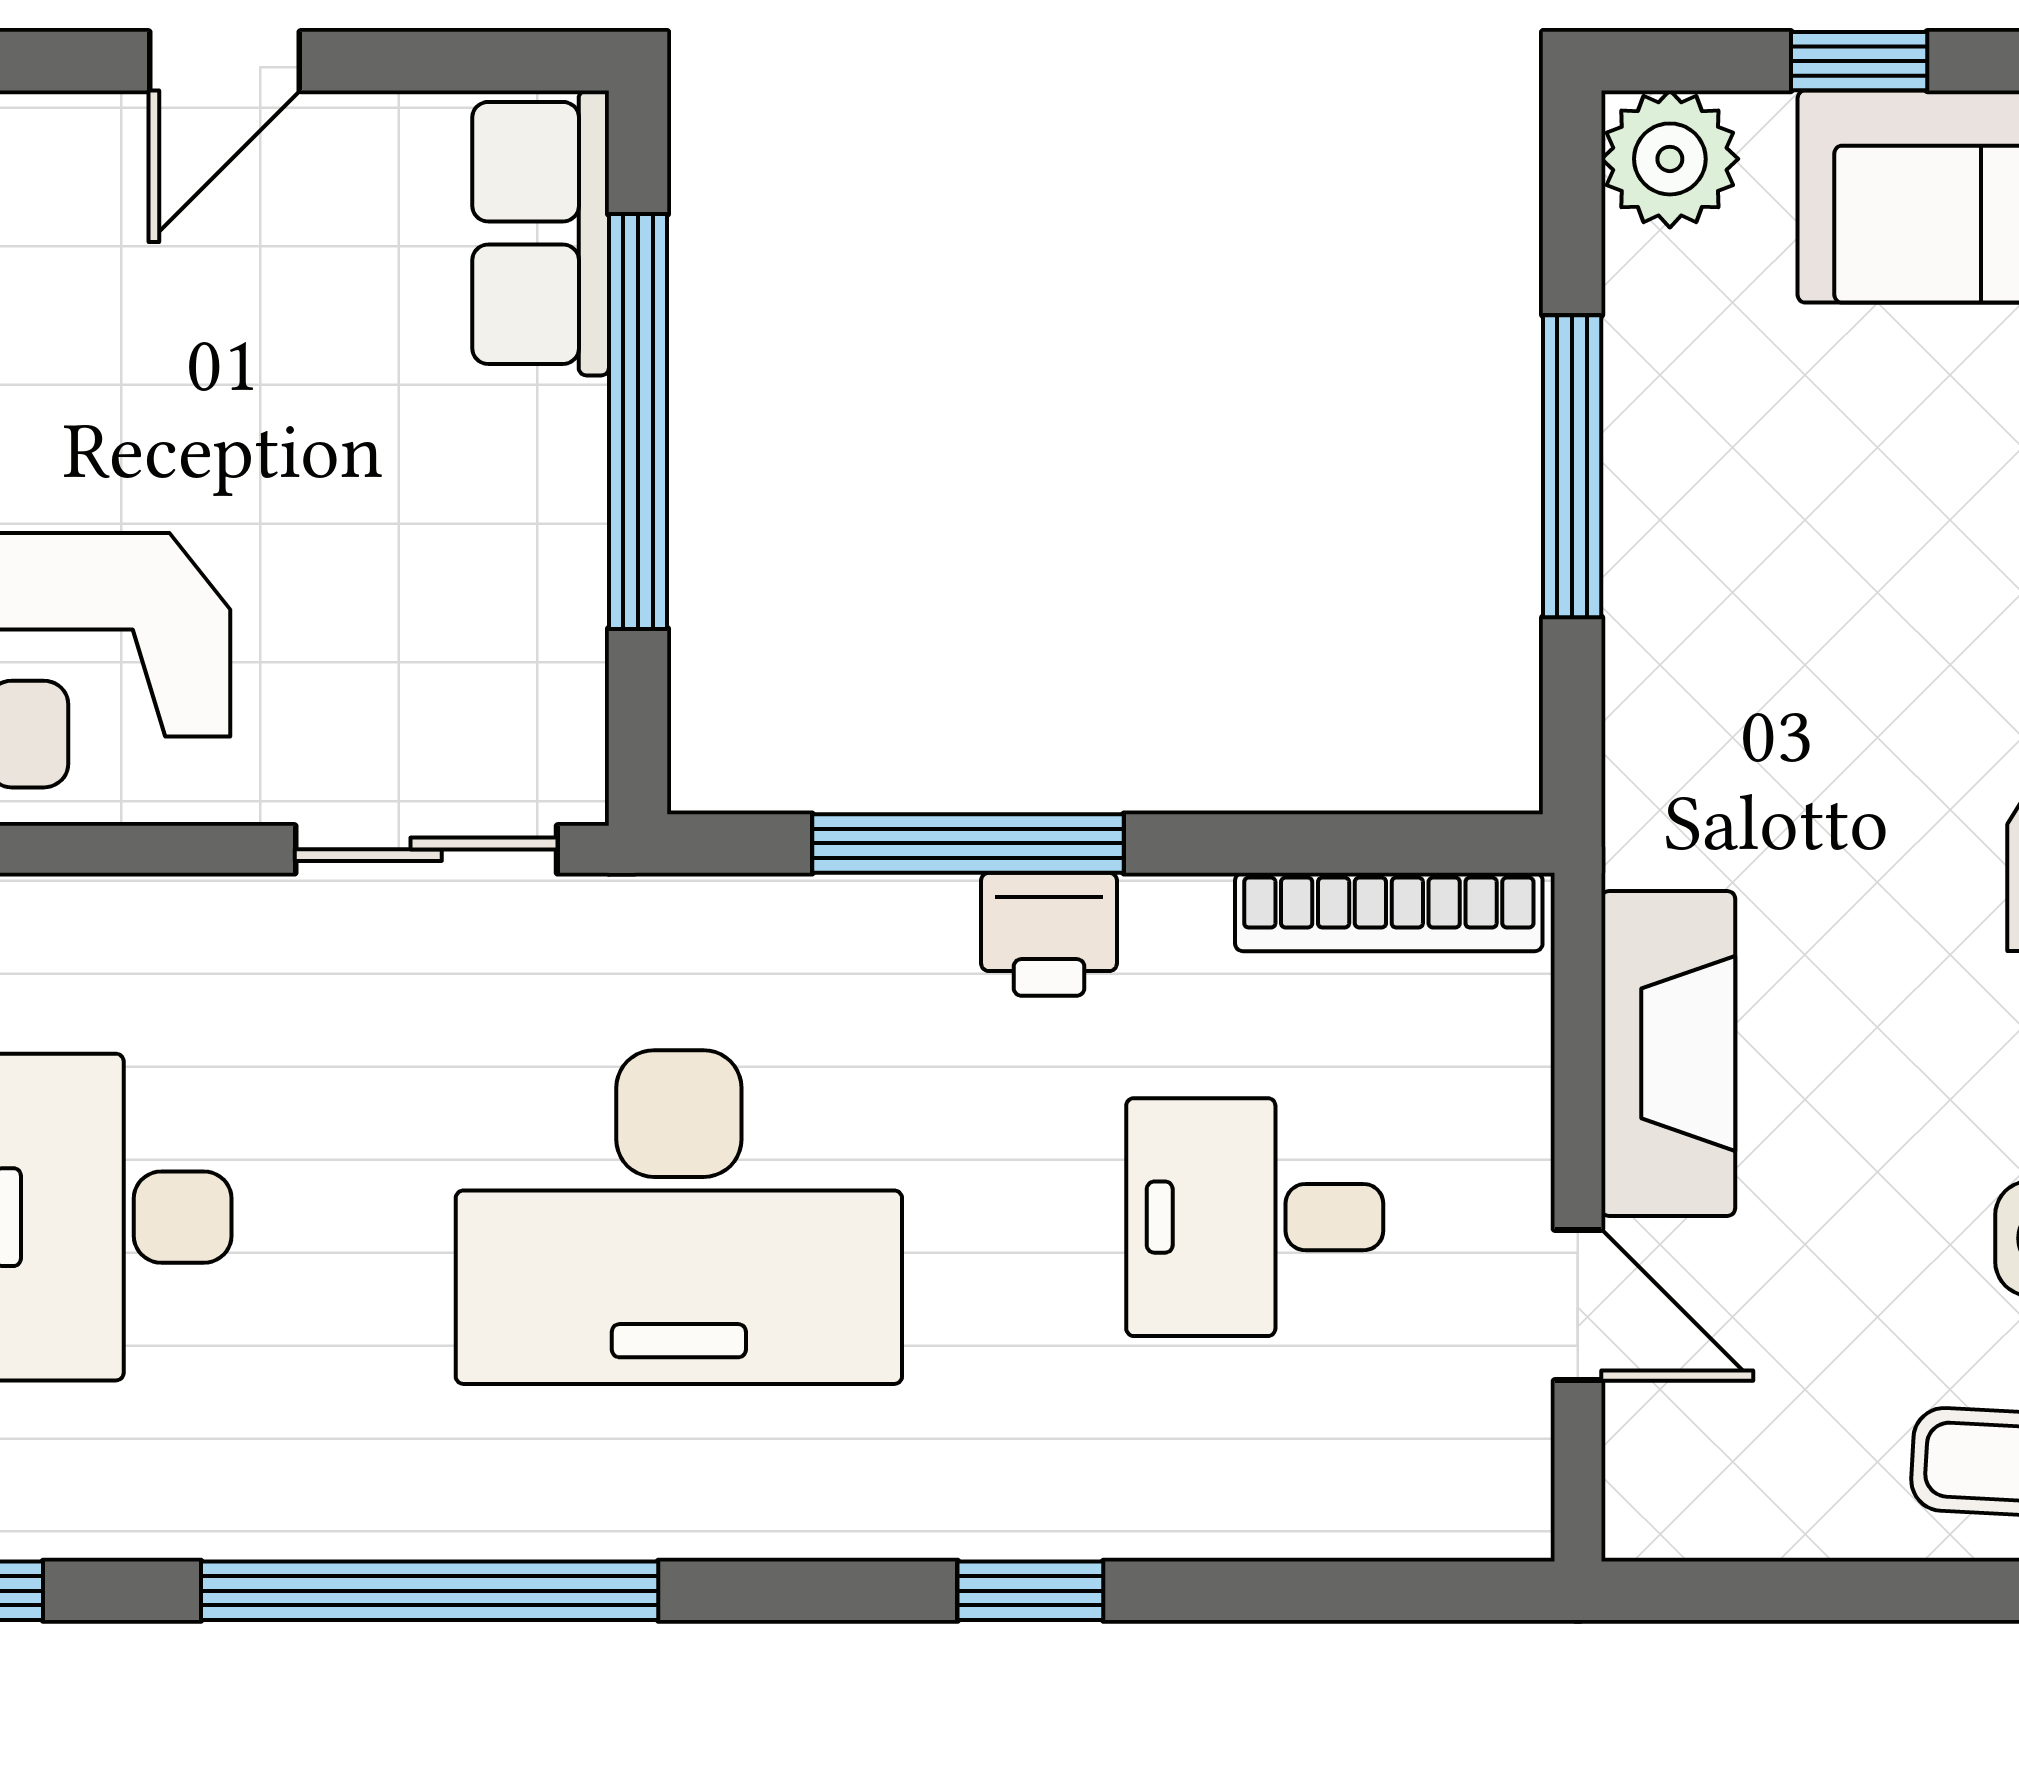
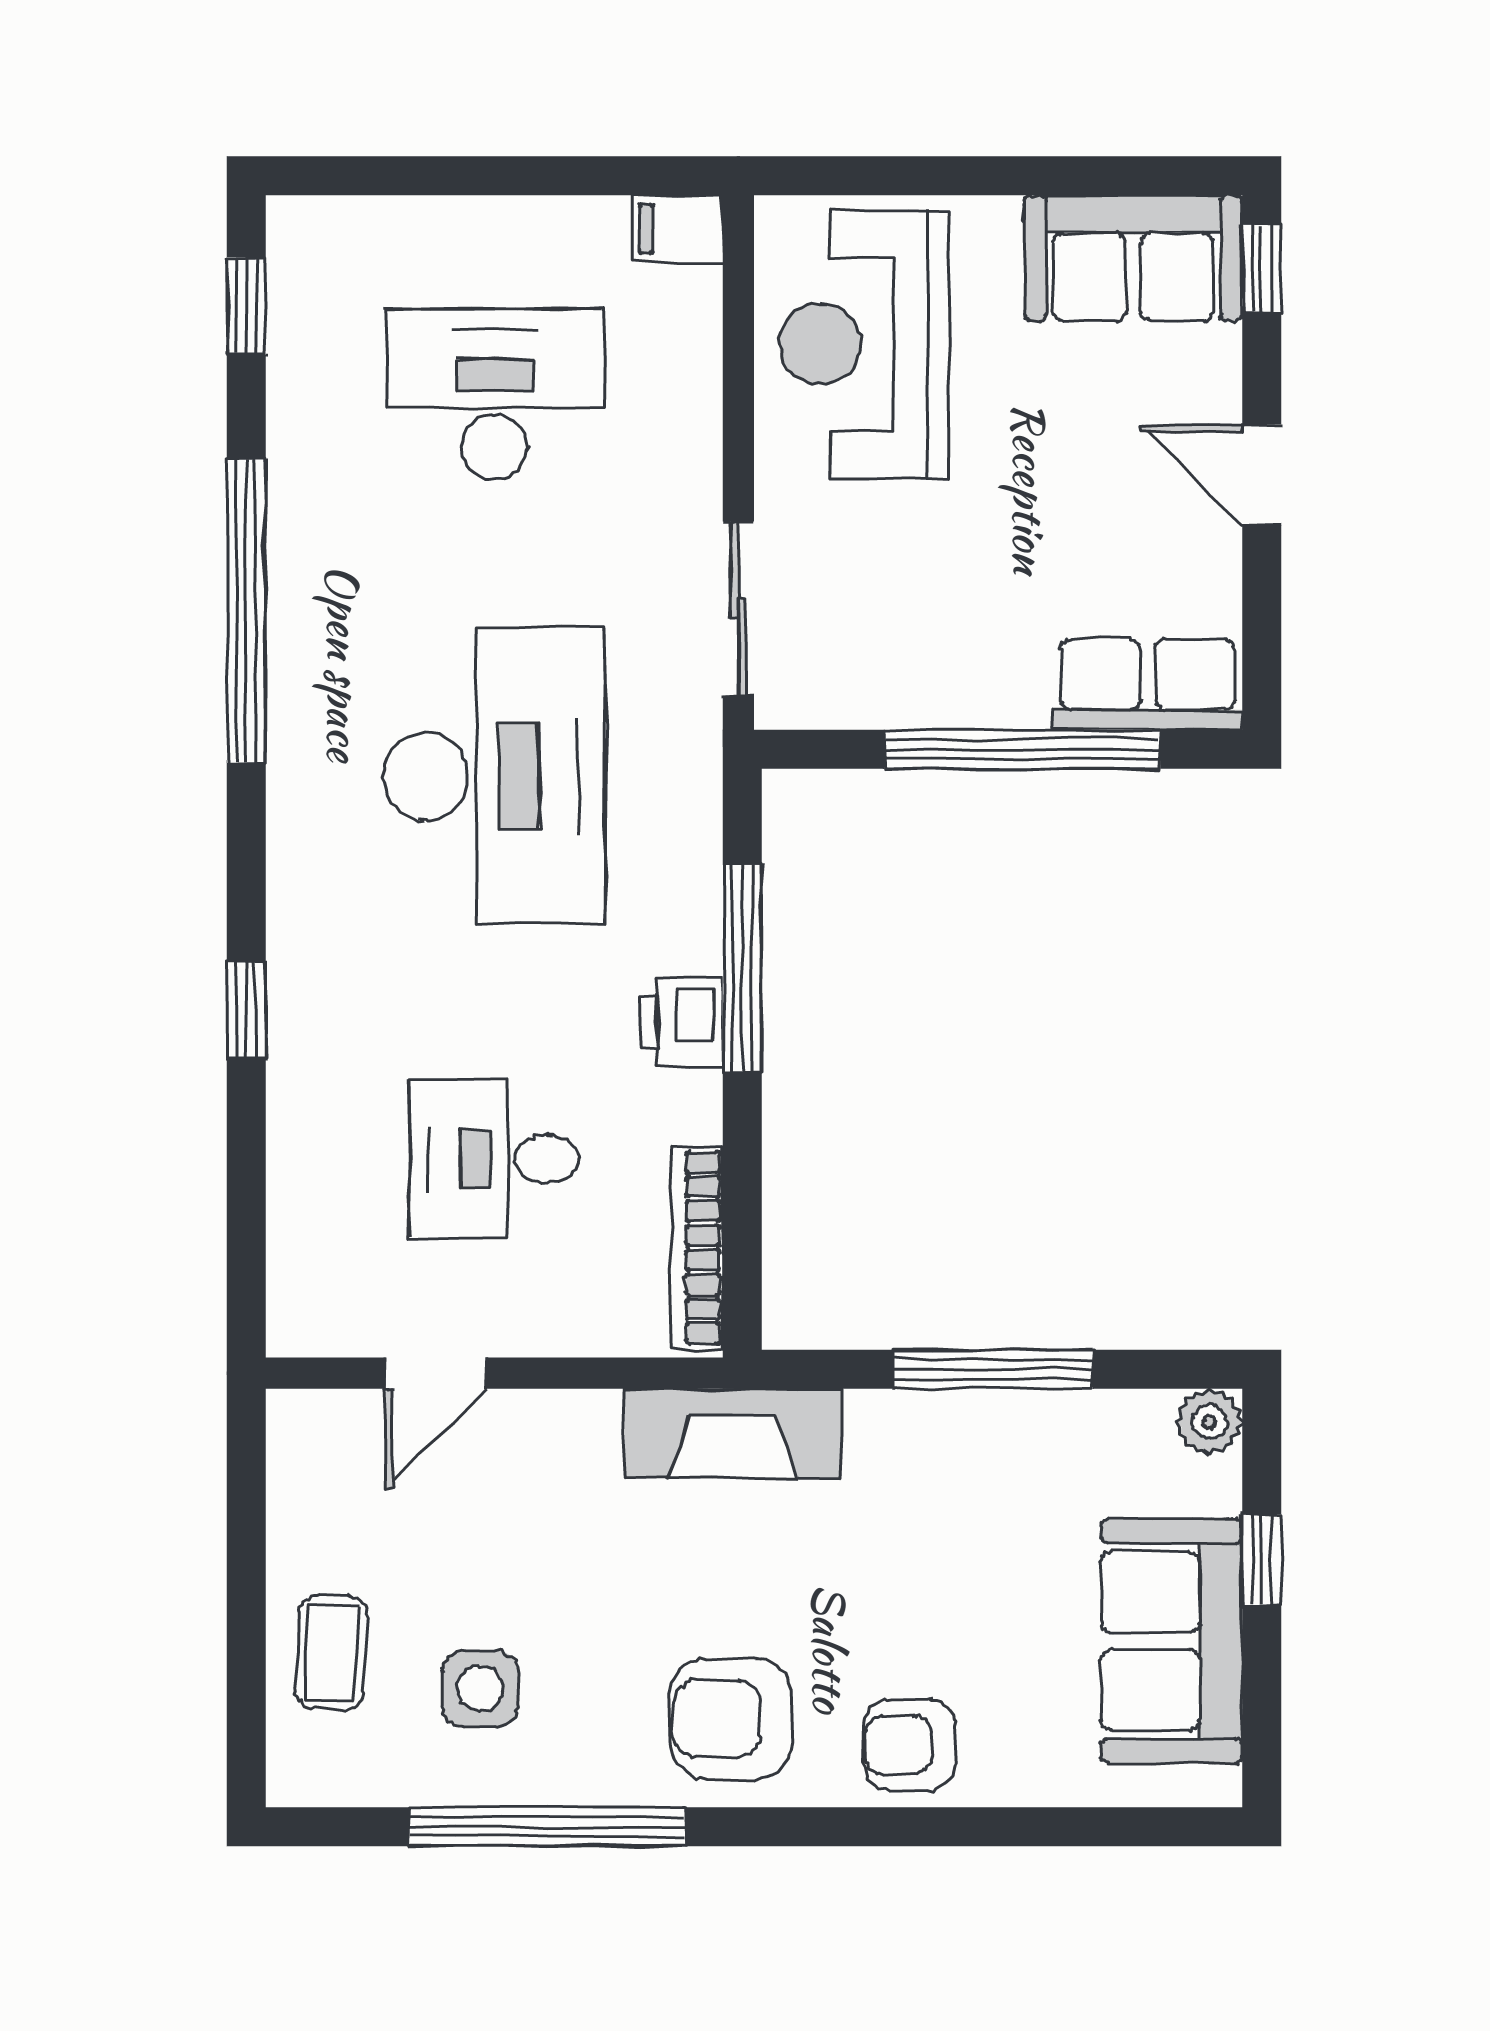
plant: (1670, 159) -> (1209, 1422), width x0.73, depth x0.73
fireplace: (1668, 1053) -> (733, 1433), moved
desk: (679, 1217) -> (494, 776), turned 180
desk: (1255, 1217) -> (494, 1159), turned -90

